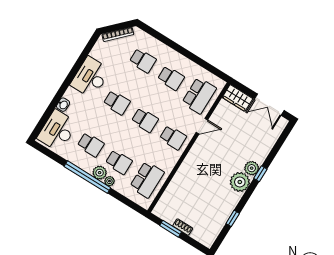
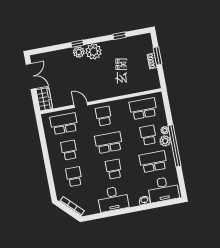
school desk: (145, 120) -> (109, 143), width x1.85
school desk: (91, 145) -> (153, 162), width x1.85
window: (171, 229) -> (158, 56), moved

